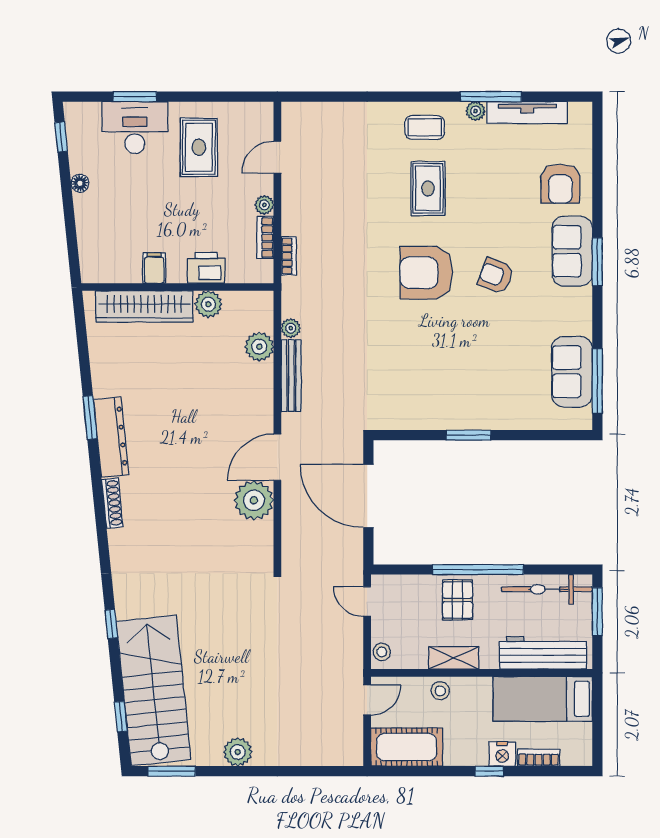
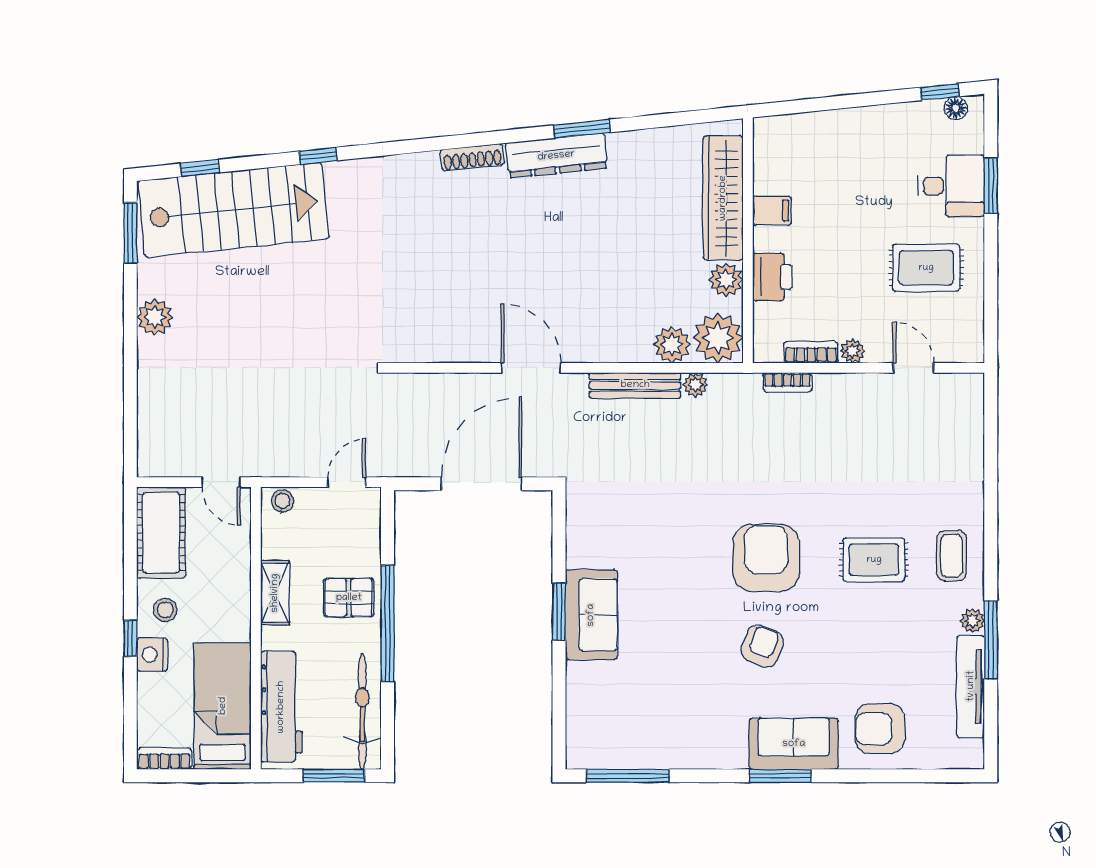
desk: (135, 128) -> (951, 186), width x0.73
floor lamp: (80, 183) -> (956, 108), moved
sofa: (572, 372) -> (591, 615), moved, turned 90
plant: (254, 500) -> (718, 338), moved
stool: (440, 691) -> (165, 610), moved
bookcase: (539, 758) -> (164, 759), moved, turned -90

